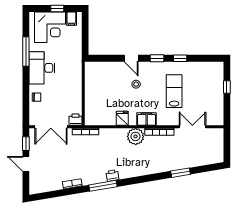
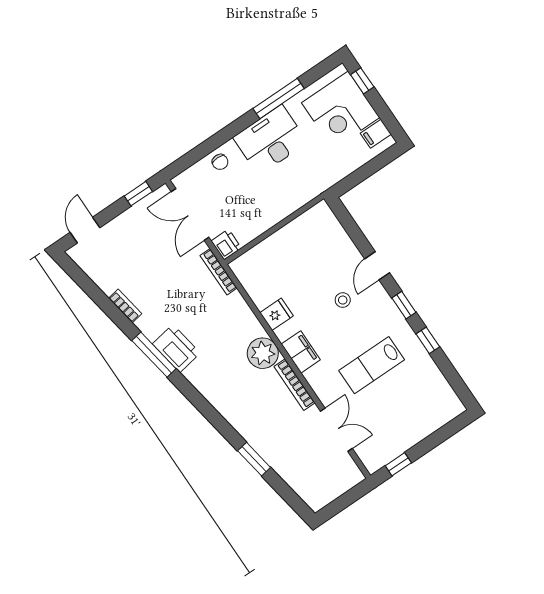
window: (57, 8) -> (362, 81), moved
window: (227, 87) -> (398, 464), moved
lab bench: (174, 91) -> (372, 365), turned 180
door: (26, 164) -> (85, 230), moved
printer: (112, 175) -> (176, 348), width x1.87, depth x1.48

